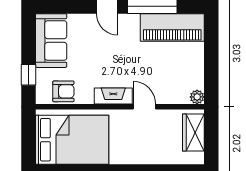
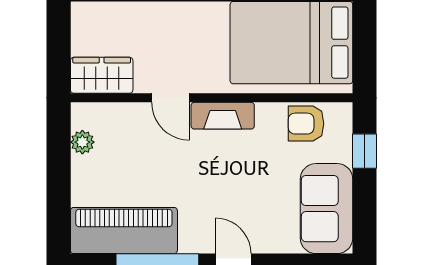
plant: (197, 97) -> (82, 142), moved
wardrobe: (193, 132) -> (102, 75), moved, turned -90

